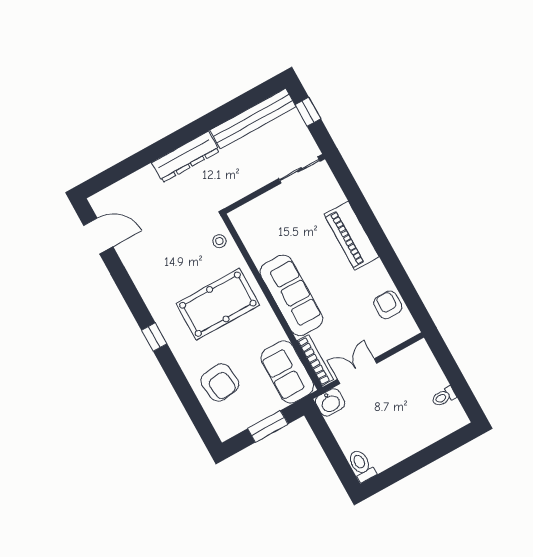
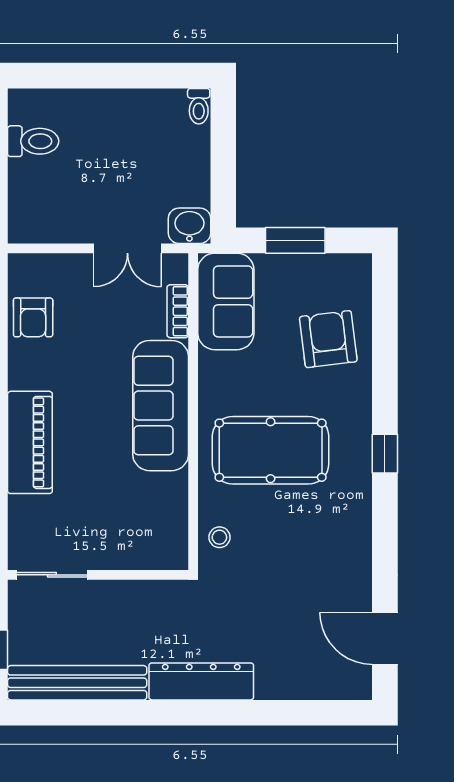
bookcase: (315, 360) -> (178, 311), width x0.64
toilet: (444, 397) -> (33, 141), width x1.37, depth x1.39
toilet: (361, 465) -> (199, 106), width x0.73, depth x0.72

